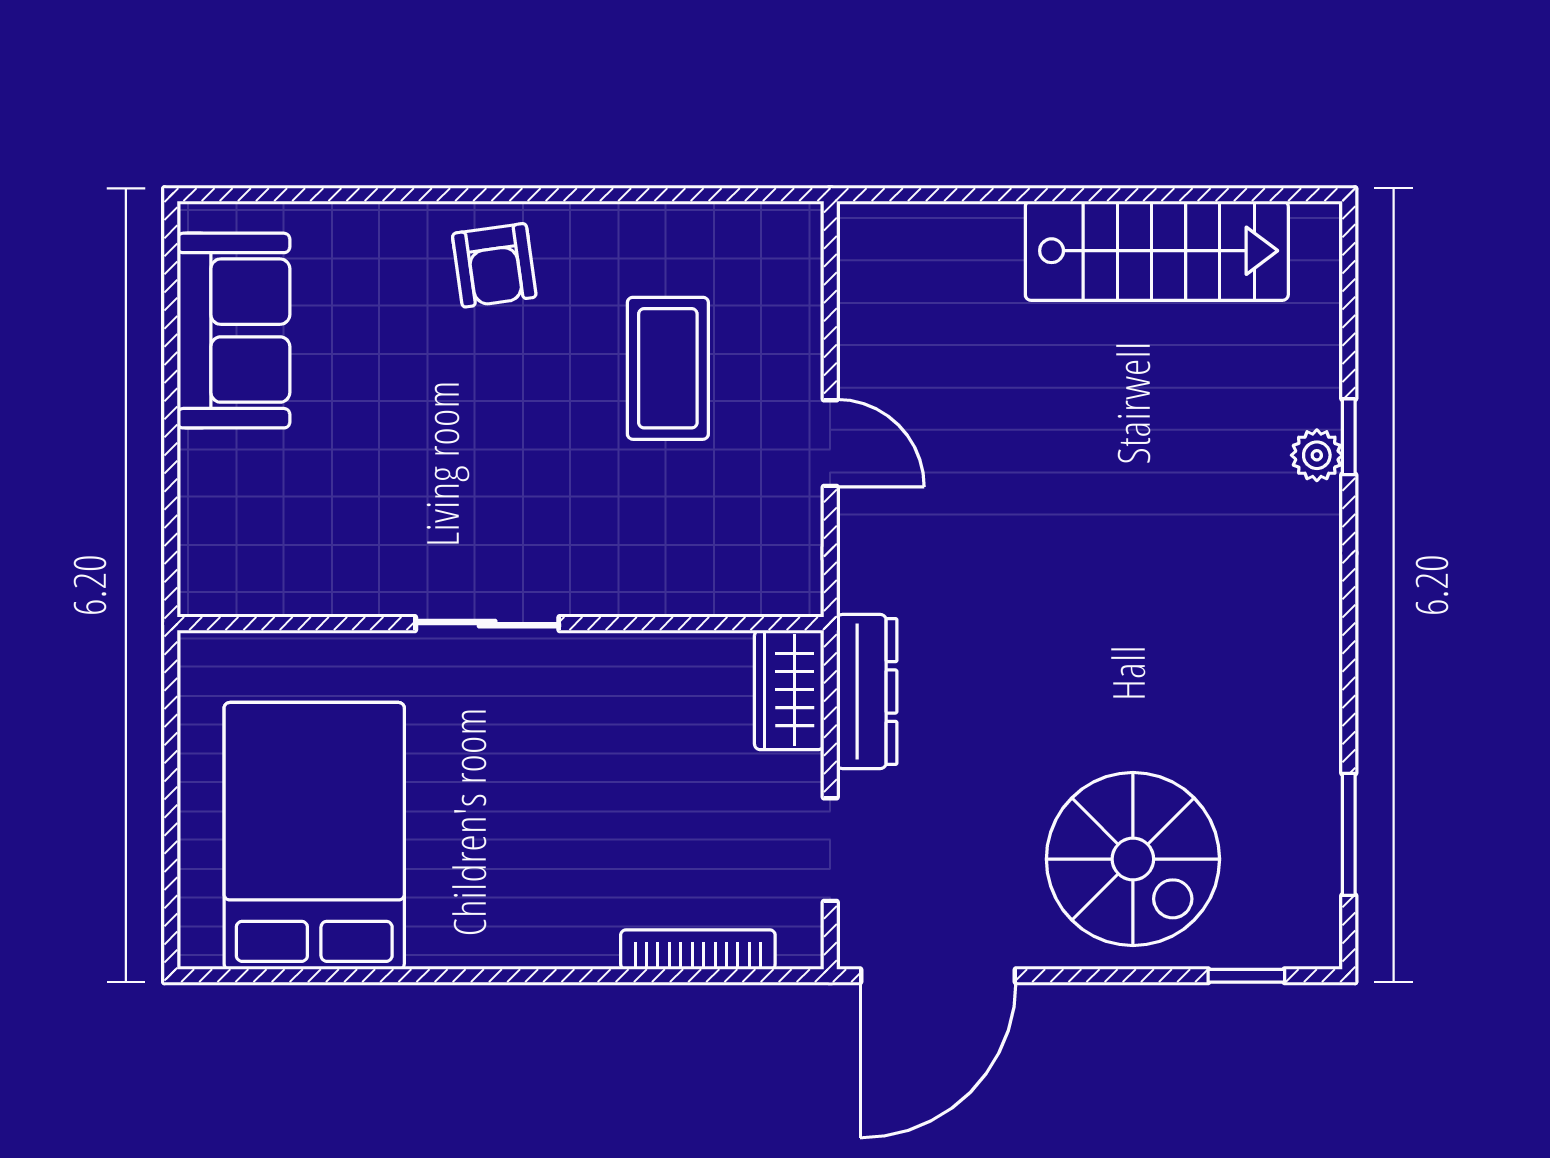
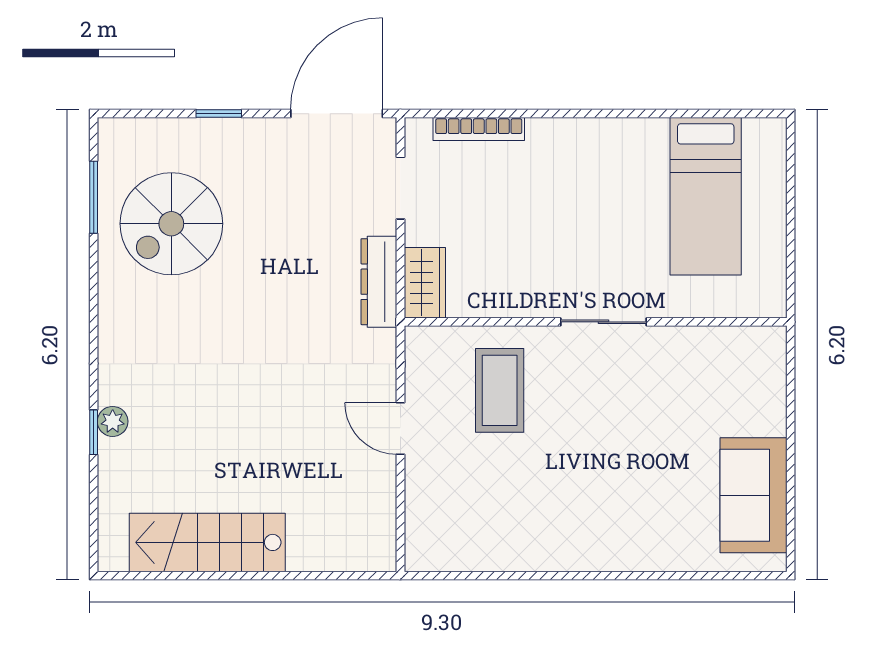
armchair: (494, 265) -> (599, 534), removed
coffee table: (668, 368) -> (500, 390), moved
bed: (314, 836) -> (706, 196), width x0.67
spiral stairs: (1133, 859) -> (171, 224), moved, turned -90
window: (1246, 976) -> (219, 114), moved

